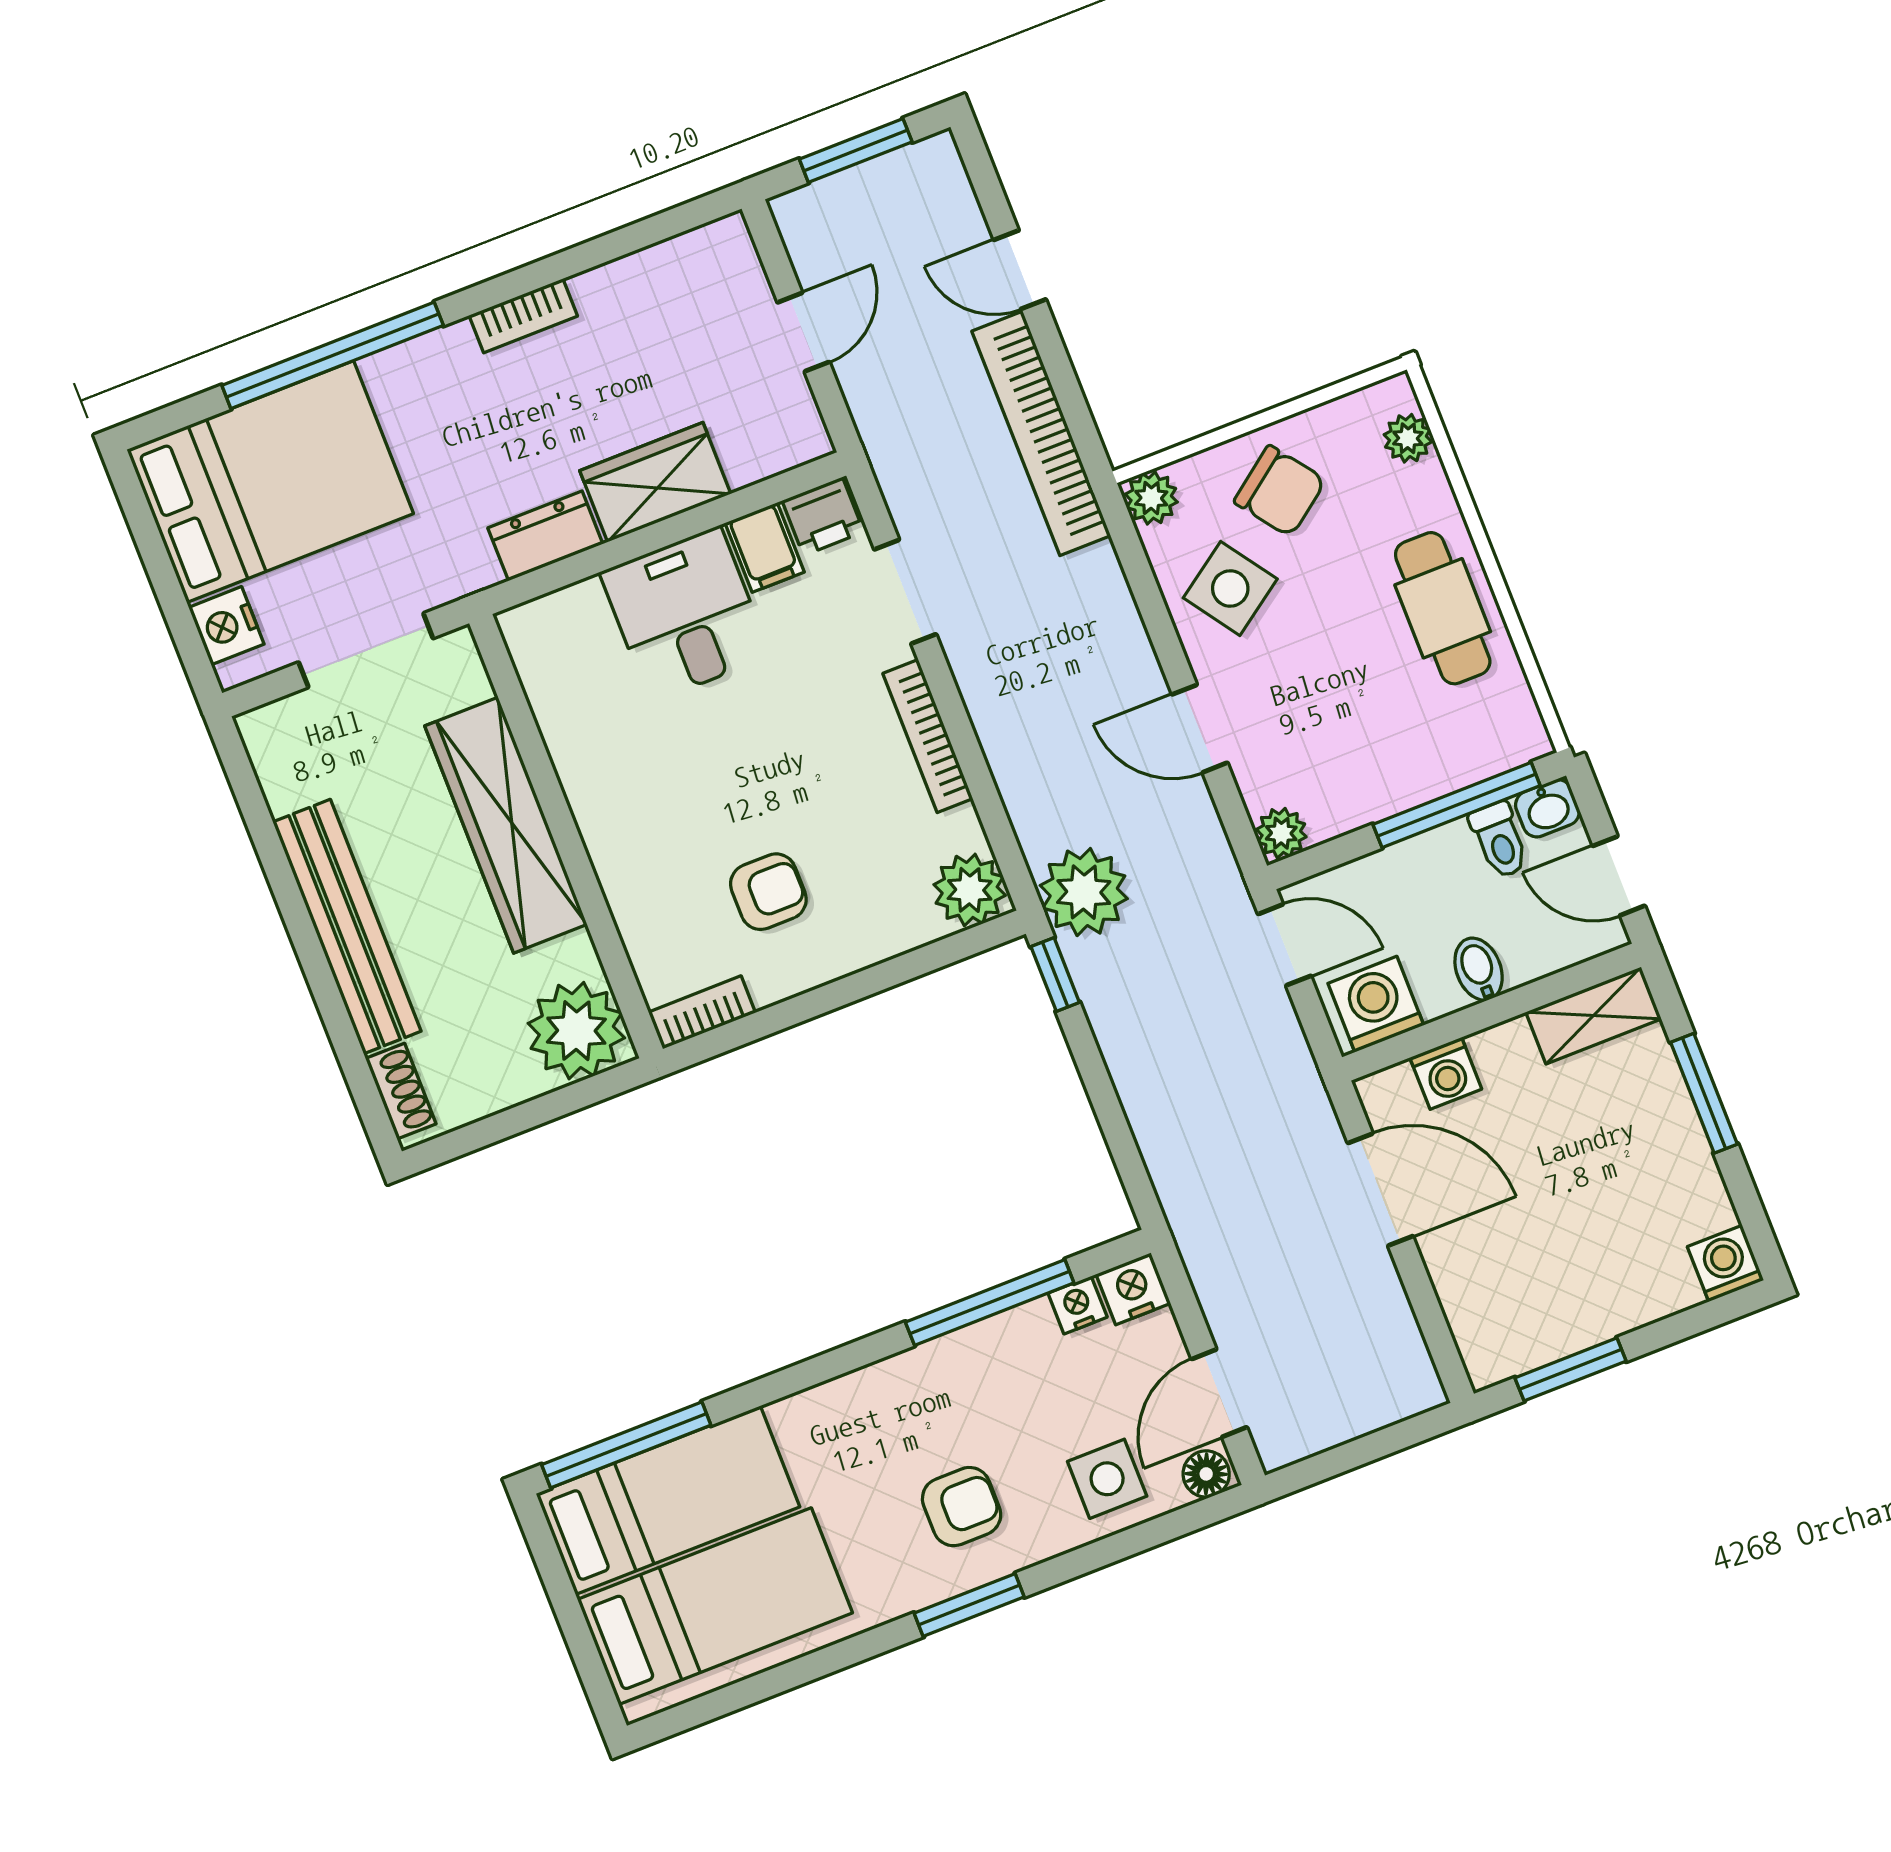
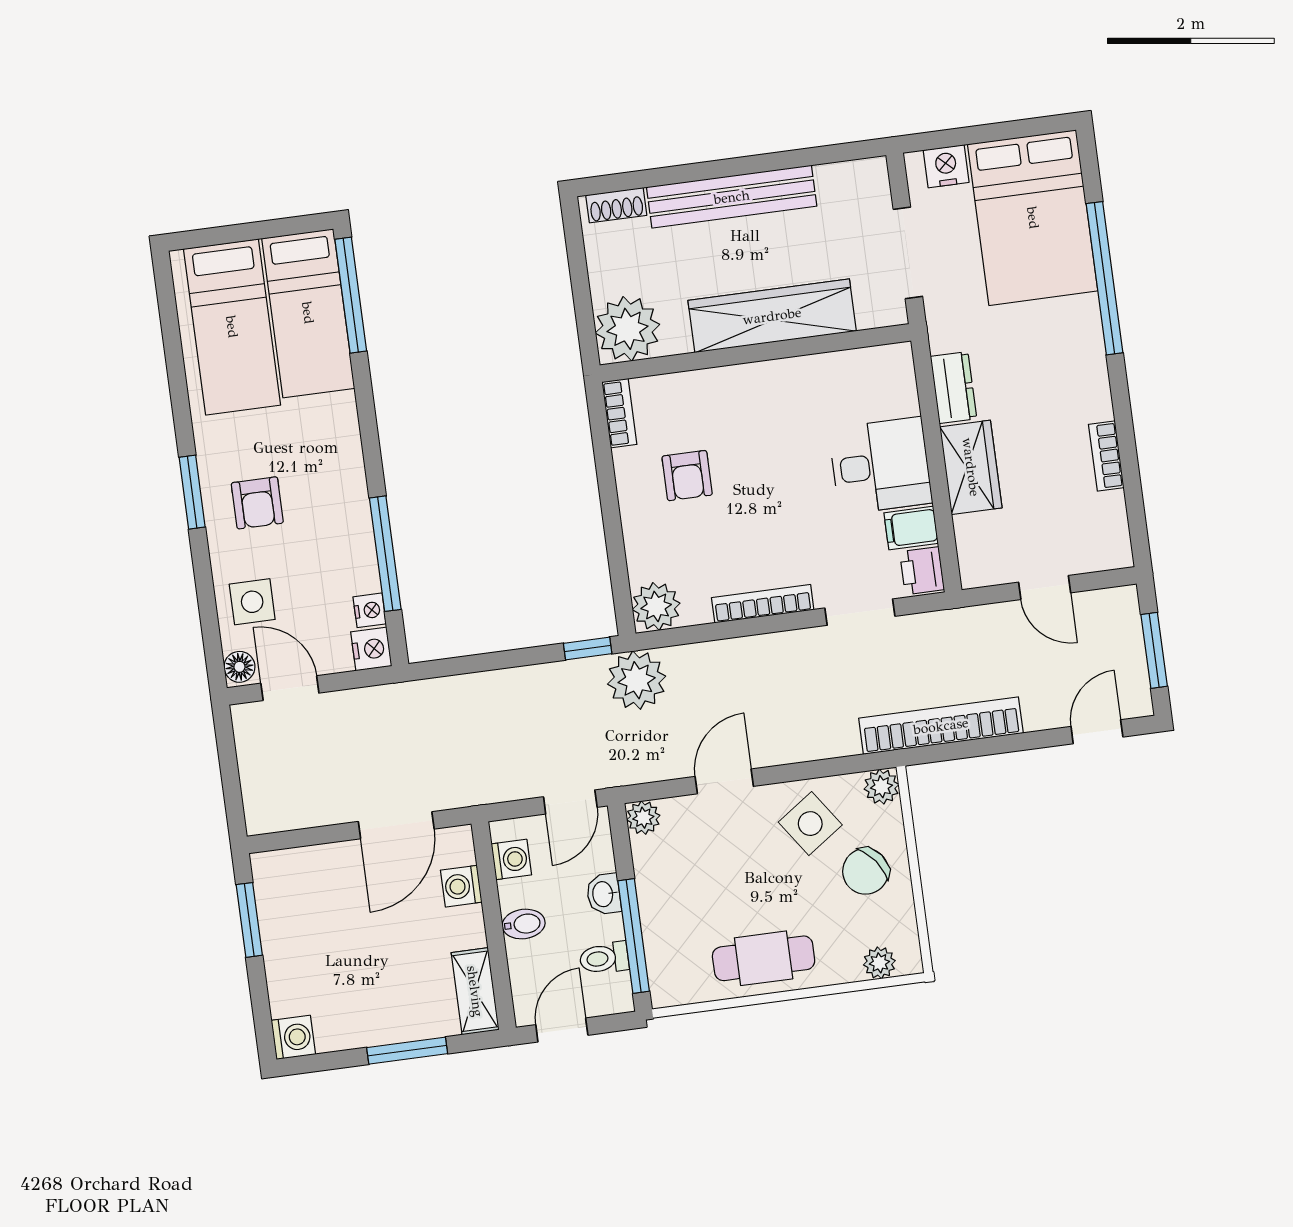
door: (1020, 270) -> (1097, 732), moved
bookcase: (523, 316) -> (1106, 456), moved
washbasin: (1547, 808) -> (604, 894), moved
washing machine: (1376, 1004) -> (511, 859), width x0.73, depth x0.73

